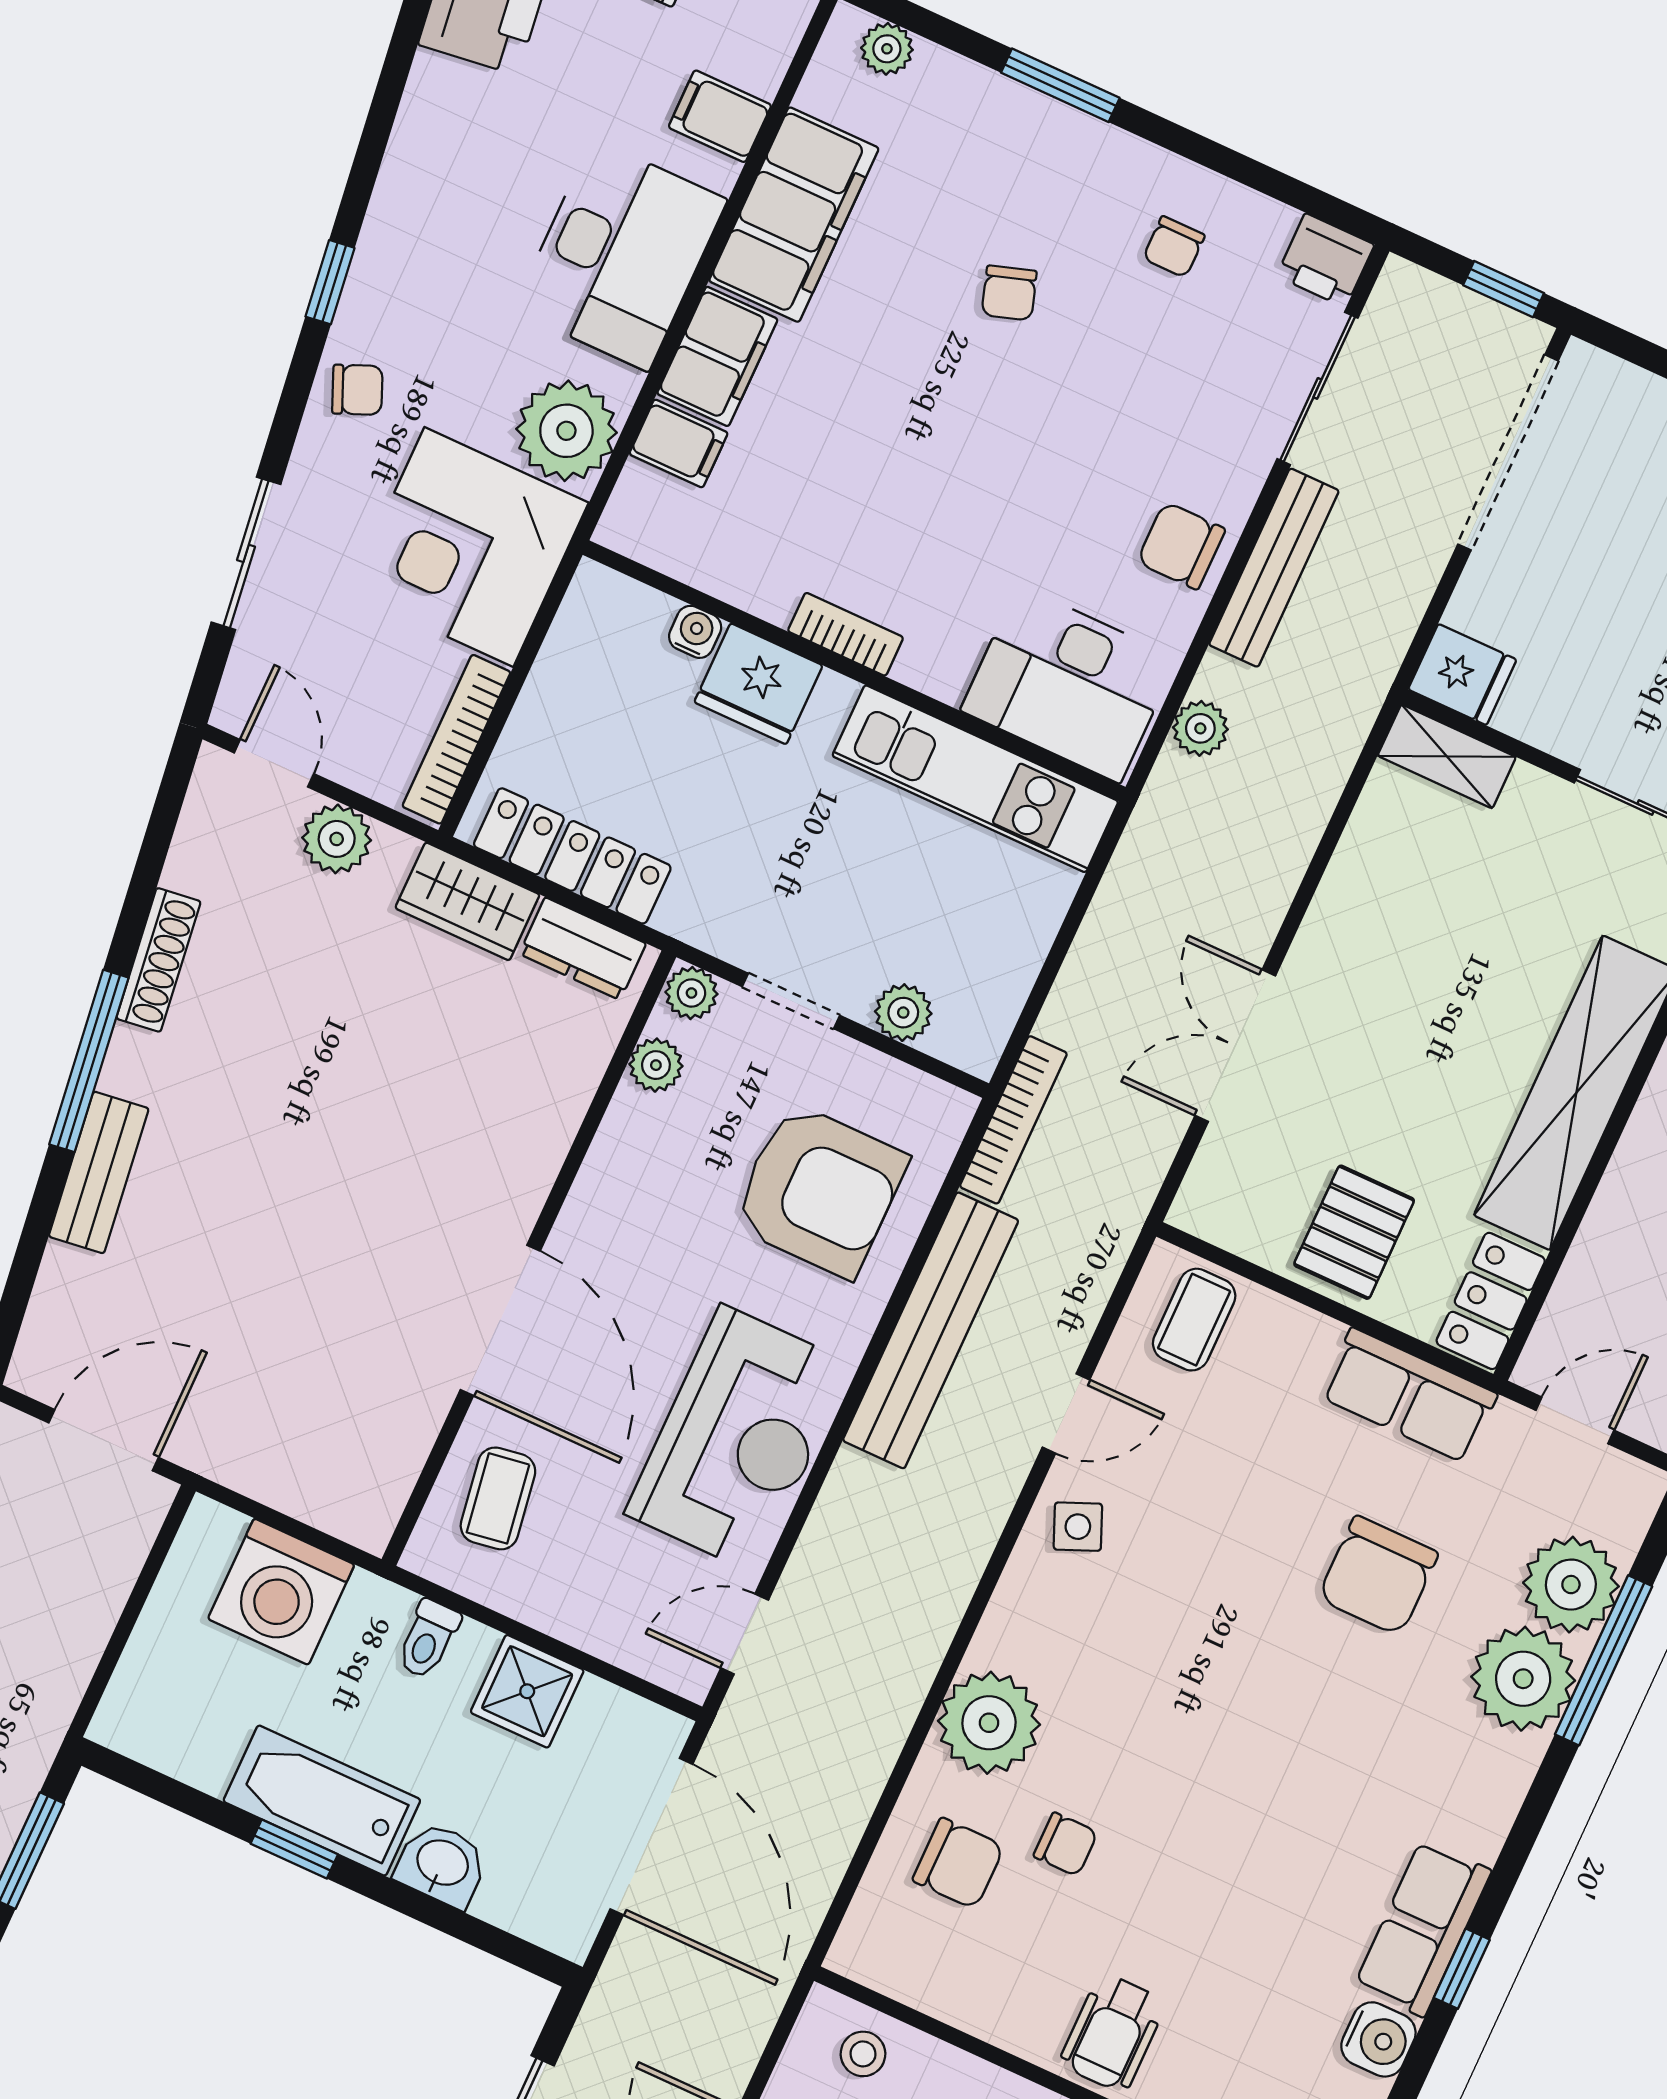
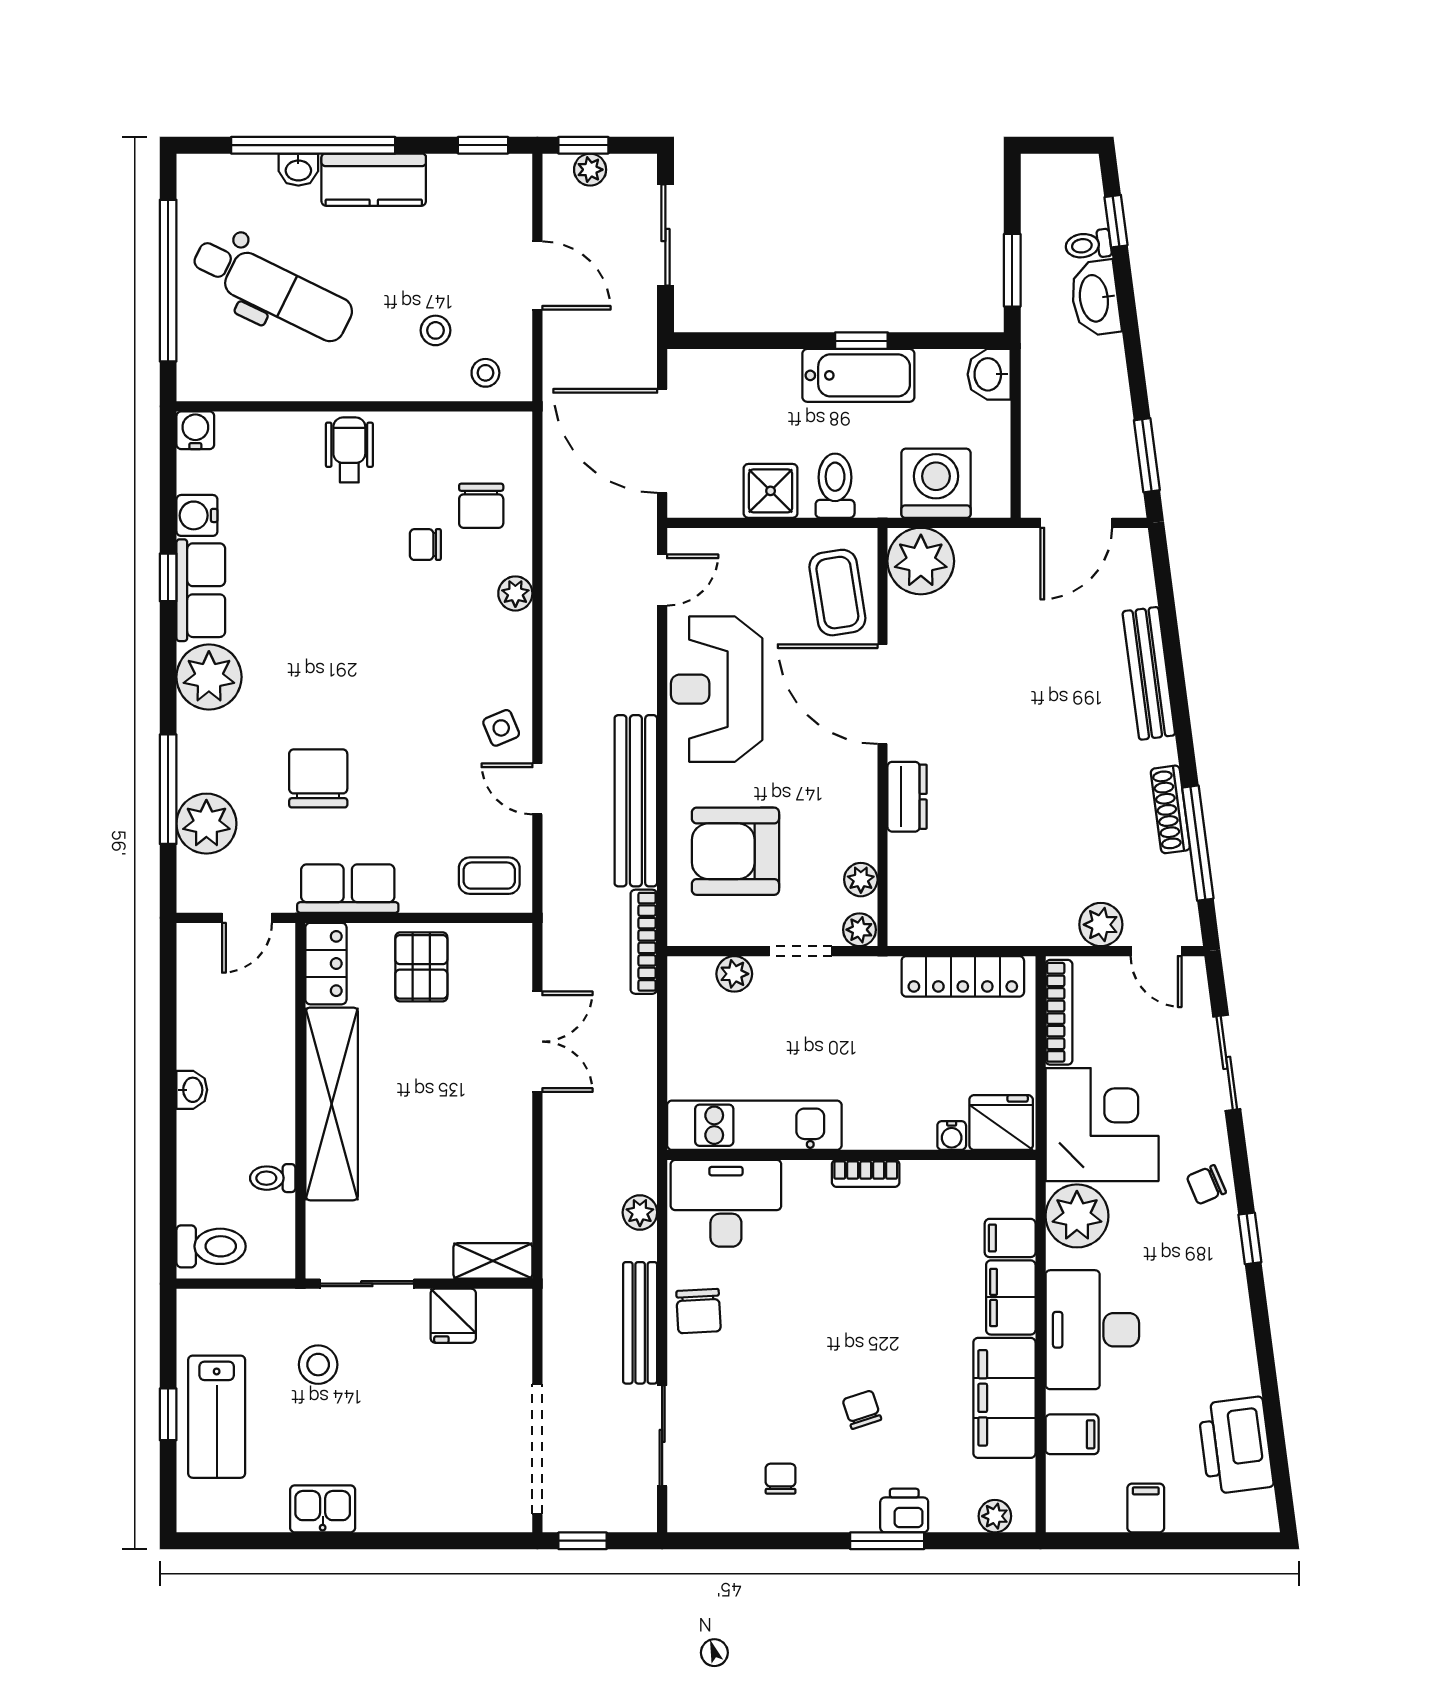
printer: (1325, 260) -> (904, 1511), moved
chair: (1181, 546) -> (698, 1311), turned 87
fridge: (1462, 675) -> (453, 1316), moved, turned -90
fridge: (758, 684) -> (1001, 1122), moved
wardrobe: (467, 901) -> (1010, 923), removed
dresser: (583, 949) -> (907, 797), moved, turned 90
window: (89, 1061) -> (1198, 843), moved
bench: (99, 1172) -> (1149, 673), width x1.36
coffee table: (1194, 1320) -> (489, 876), turned 90
door: (1066, 1414) -> (537, 789), hinge flipped
plant: (355, 1488) -> (921, 561), added
coffee table: (498, 1498) -> (837, 593), width x1.36, depth x1.30
toilet: (428, 1639) -> (835, 486), width x1.37, depth x1.39
plant: (1523, 1679) -> (209, 677), moved
plant: (989, 1723) -> (515, 593), width x0.53, depth x0.53
chair: (958, 1863) -> (481, 506), turned -90
washbasin: (442, 1864) -> (989, 374), moved, turned 90

